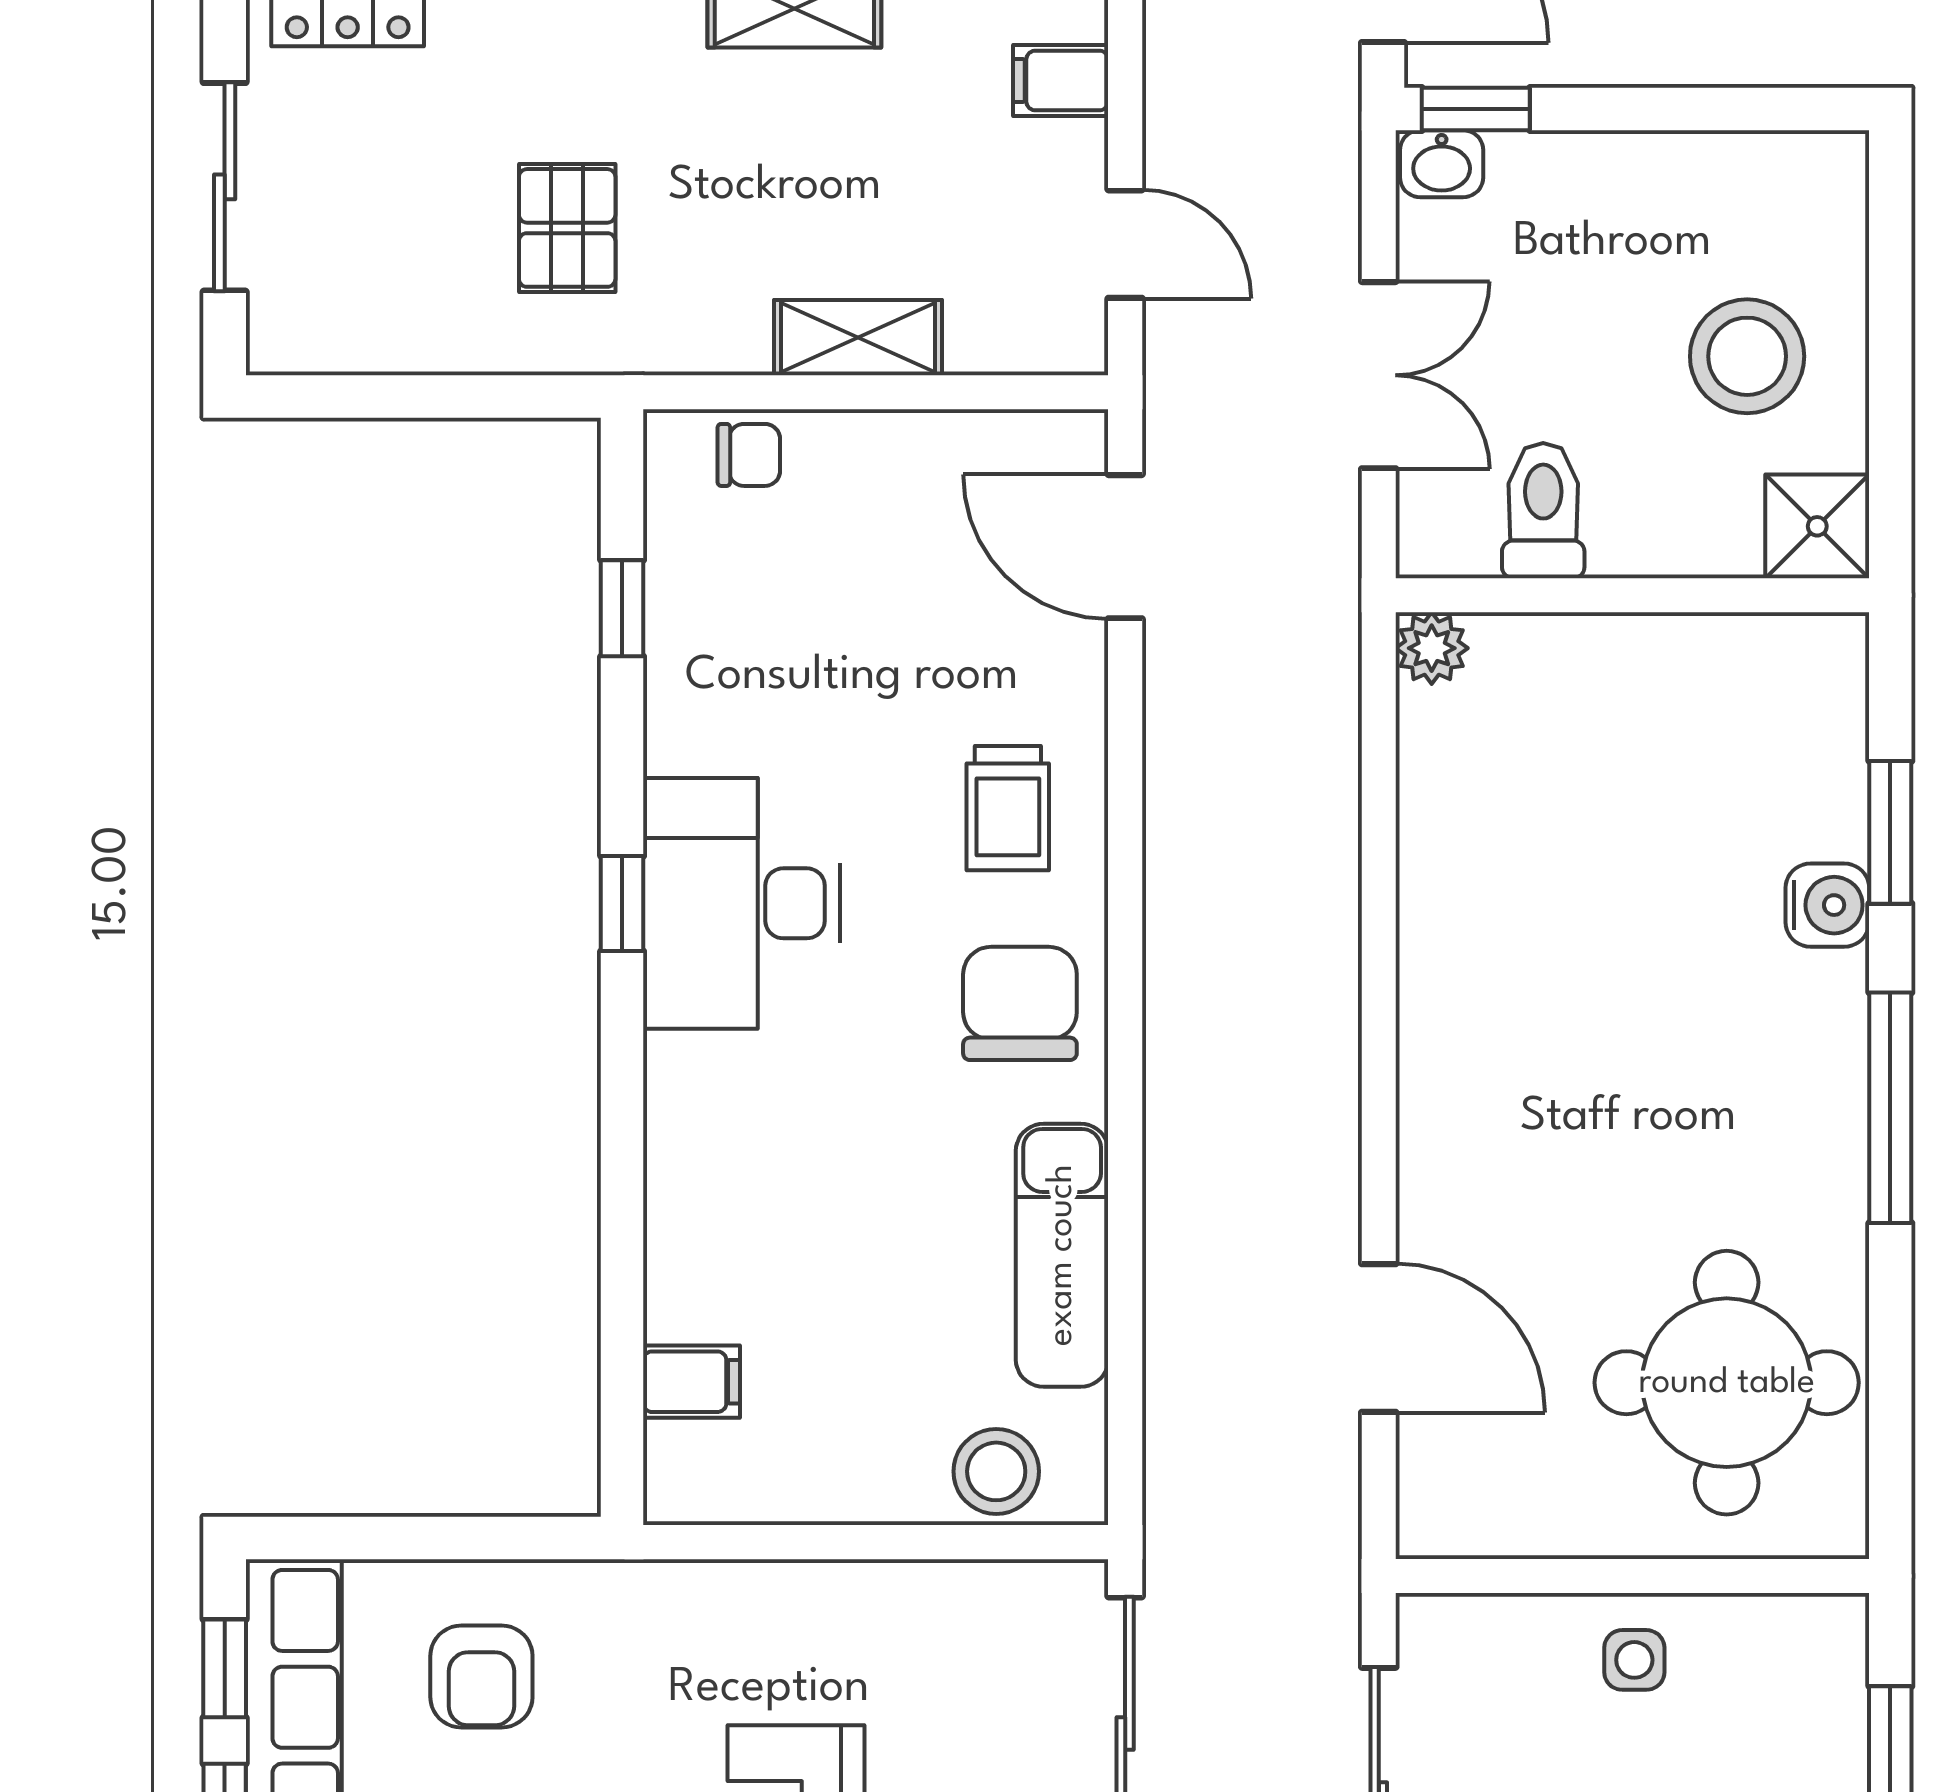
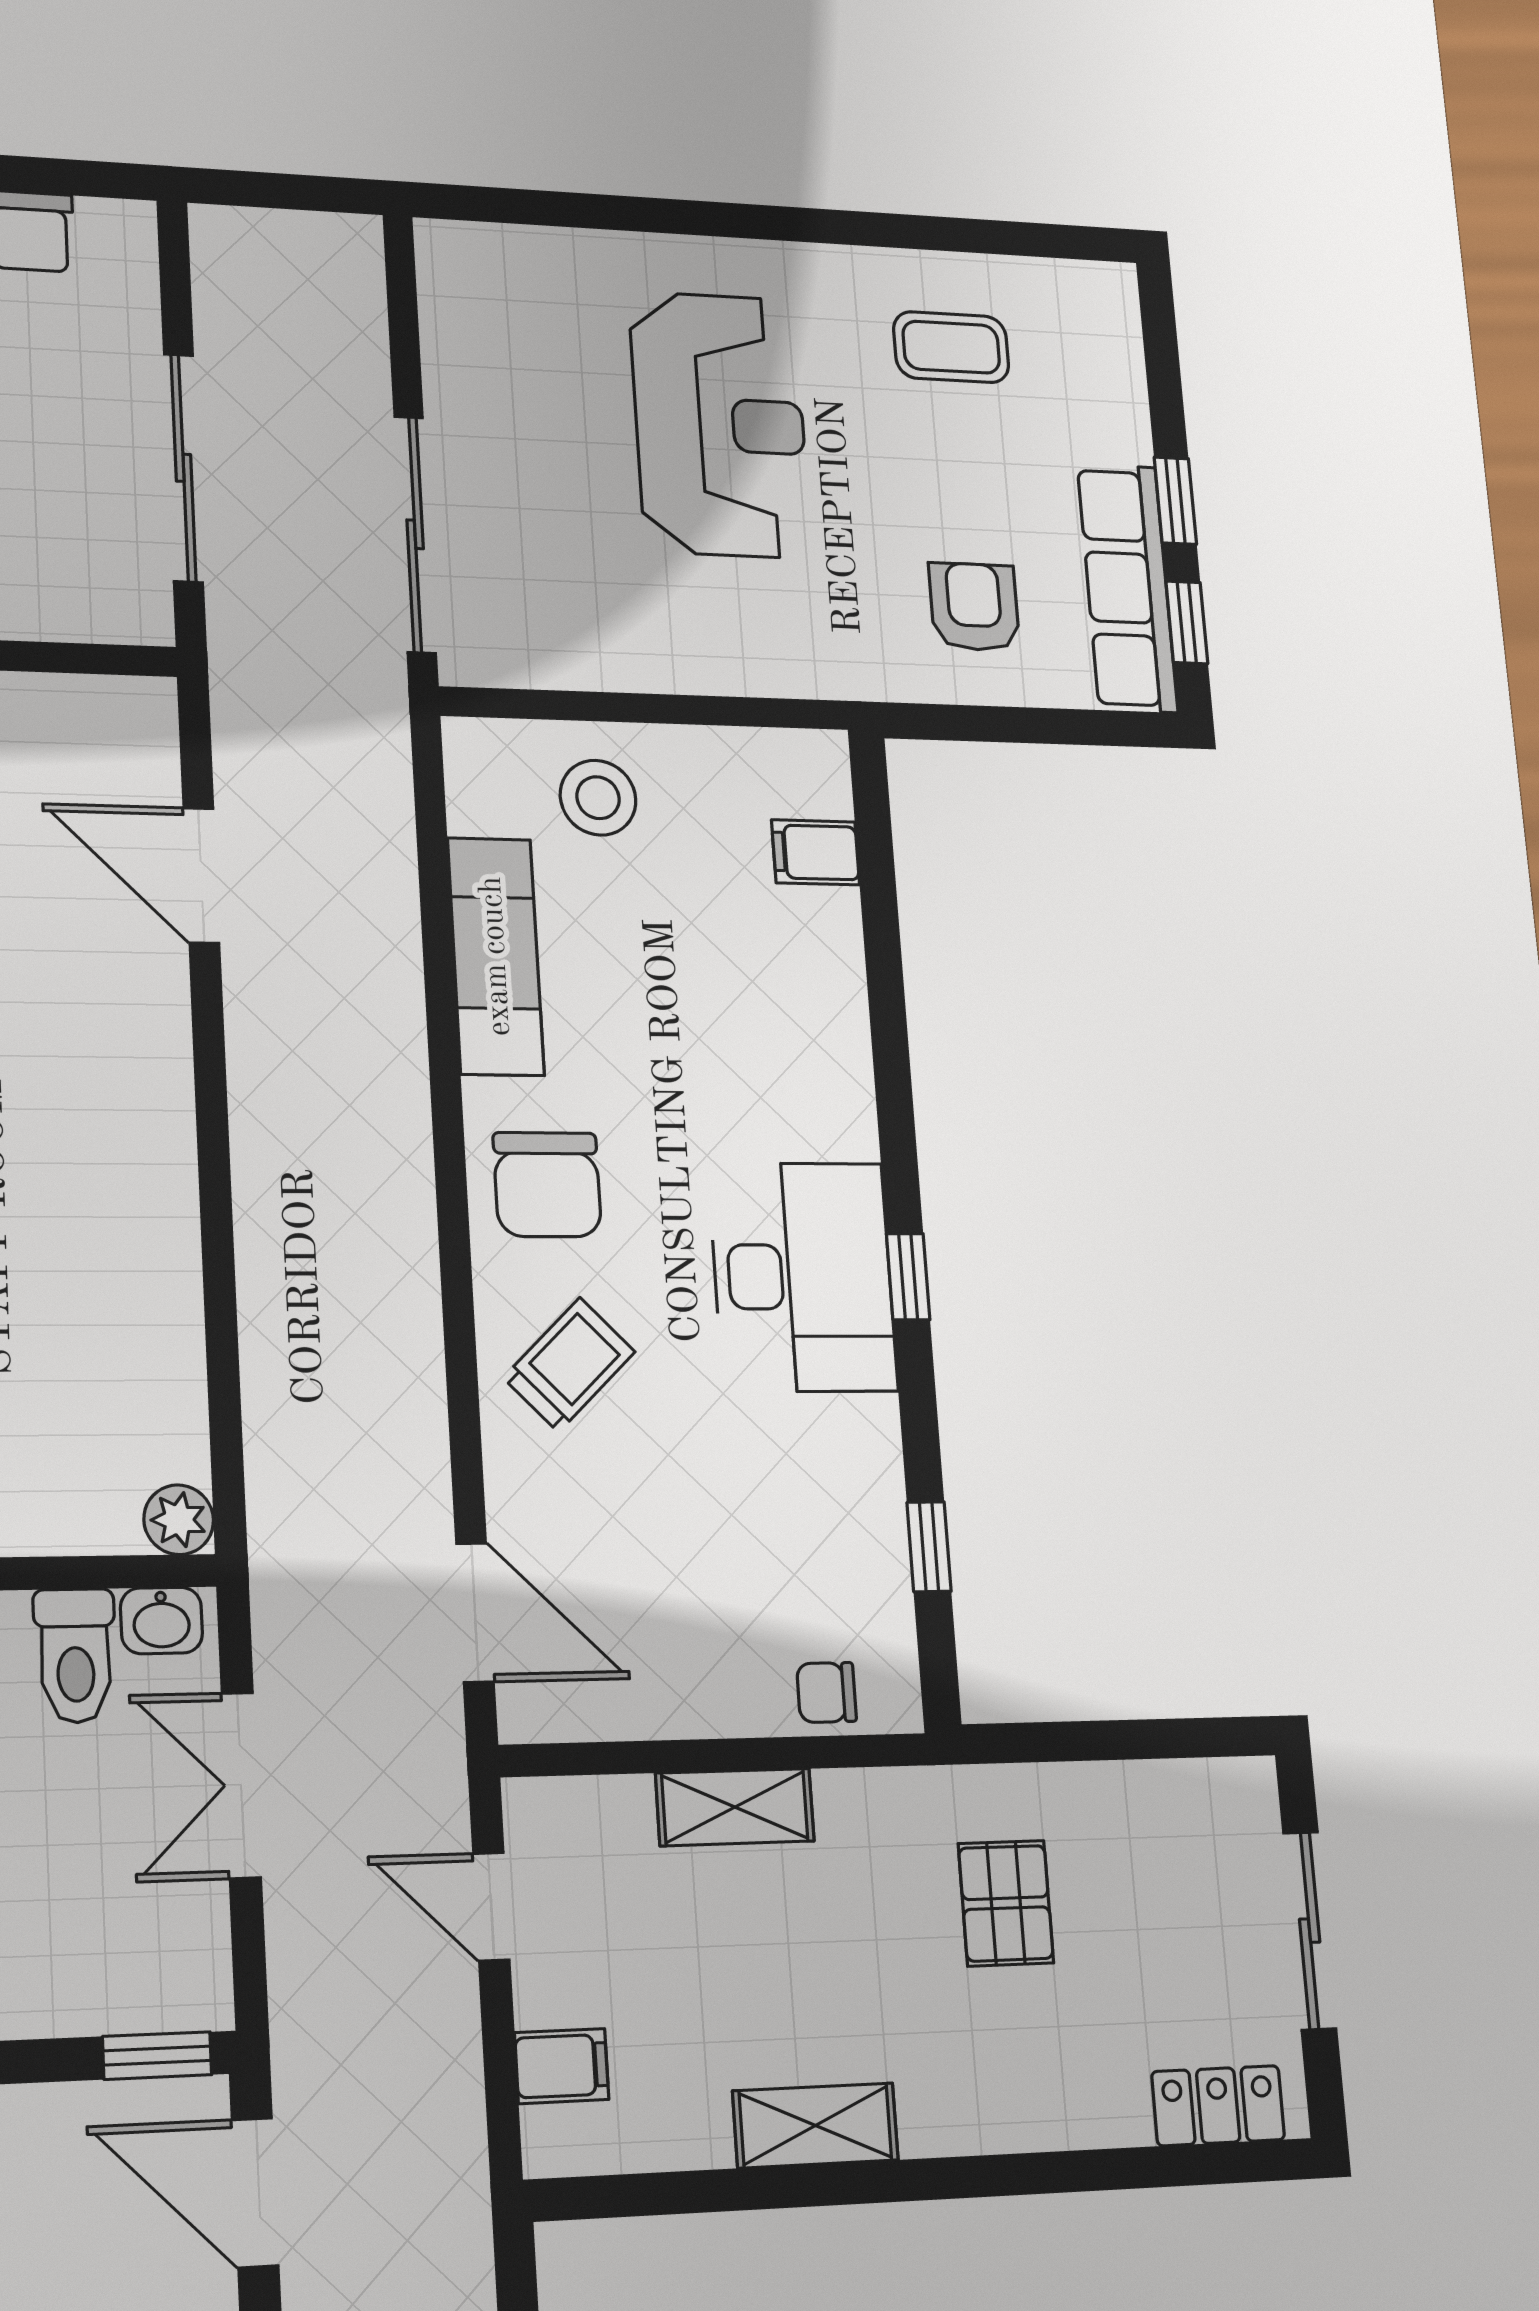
washbasin: (1442, 164) -> (161, 1621), moved, turned 180
trolley: (1008, 808) -> (569, 1365), turned 46
stool: (996, 1471) -> (598, 798), moved

